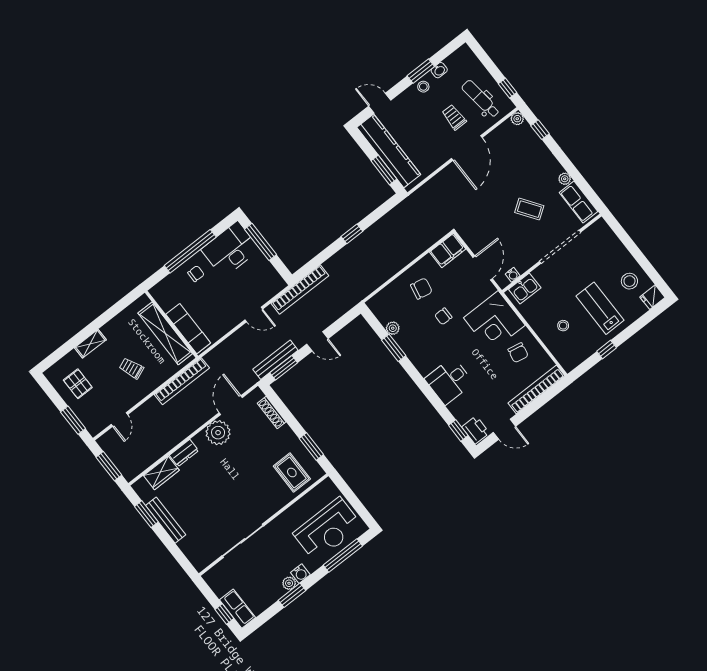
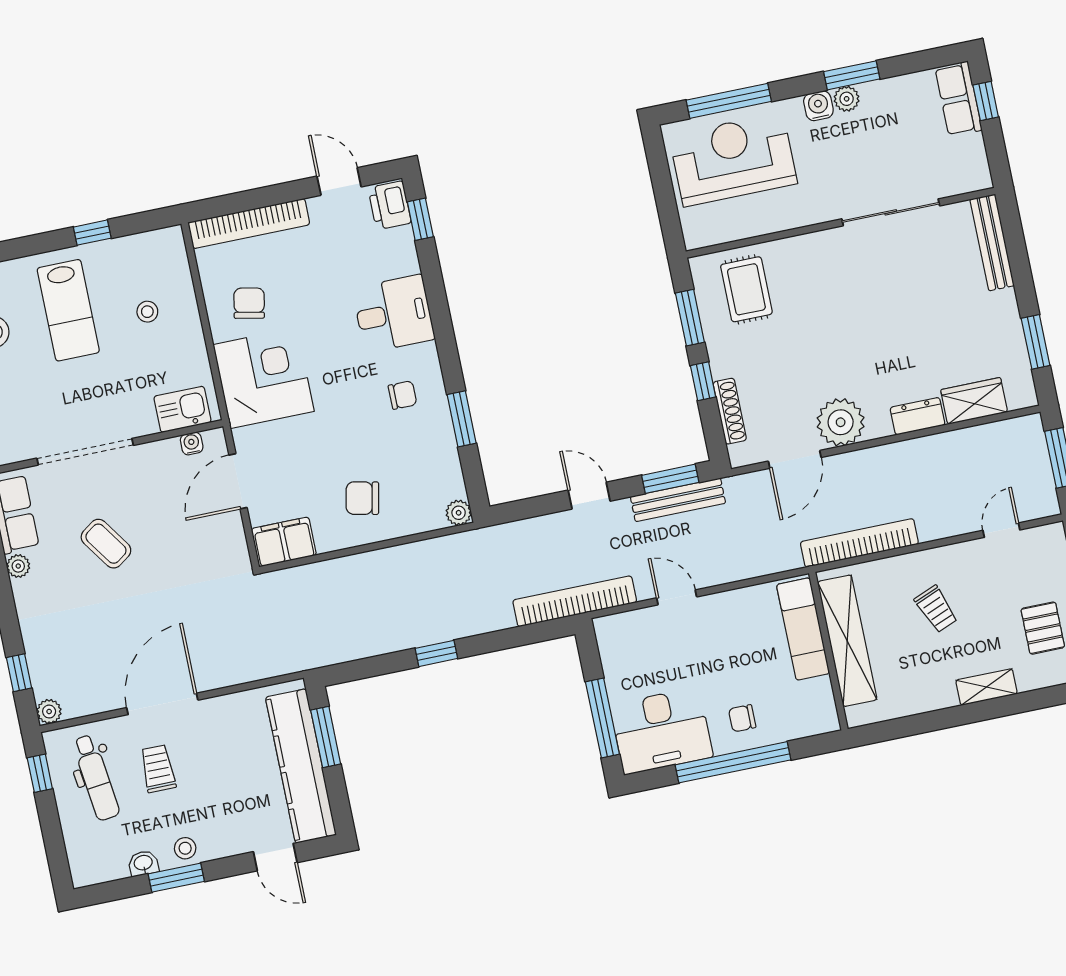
trolley: (454, 117) -> (158, 769), turned 180
chair: (443, 316) -> (402, 395), moved
plant: (393, 328) -> (459, 513), moved
window: (291, 420) -> (703, 381), added
bench: (166, 520) -> (992, 242), moved

